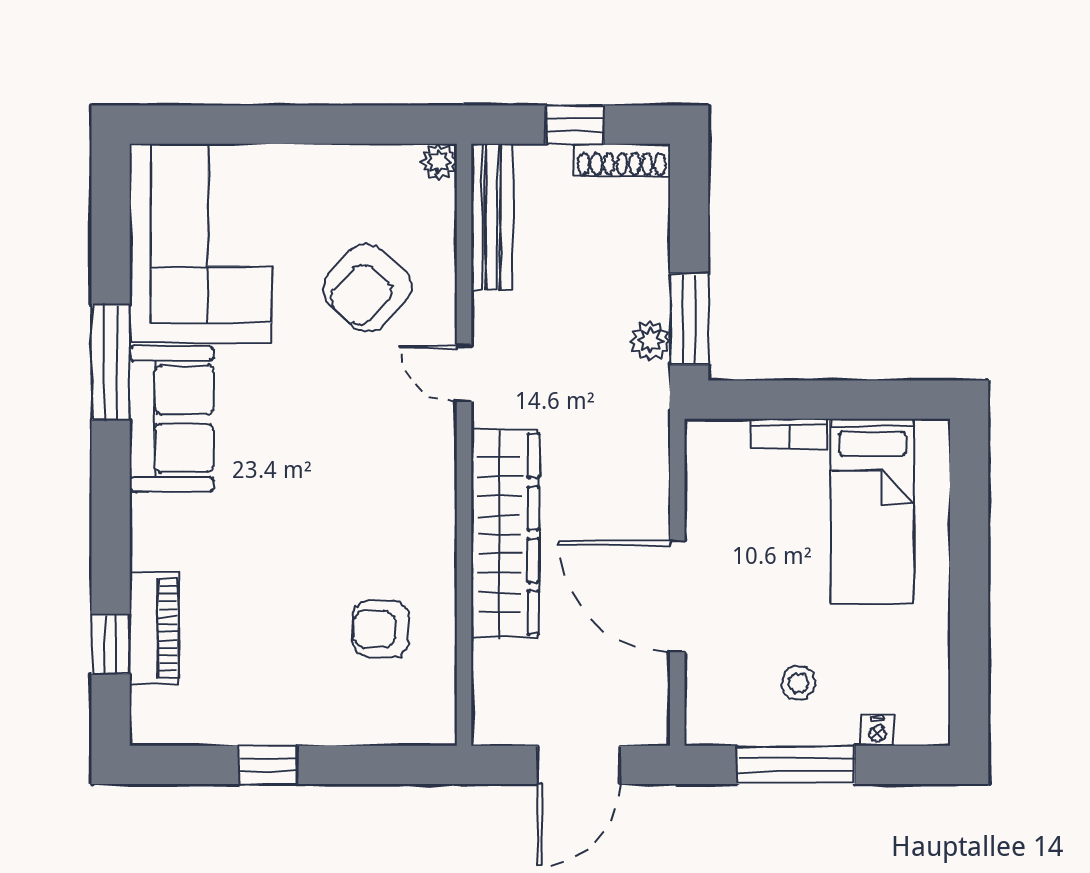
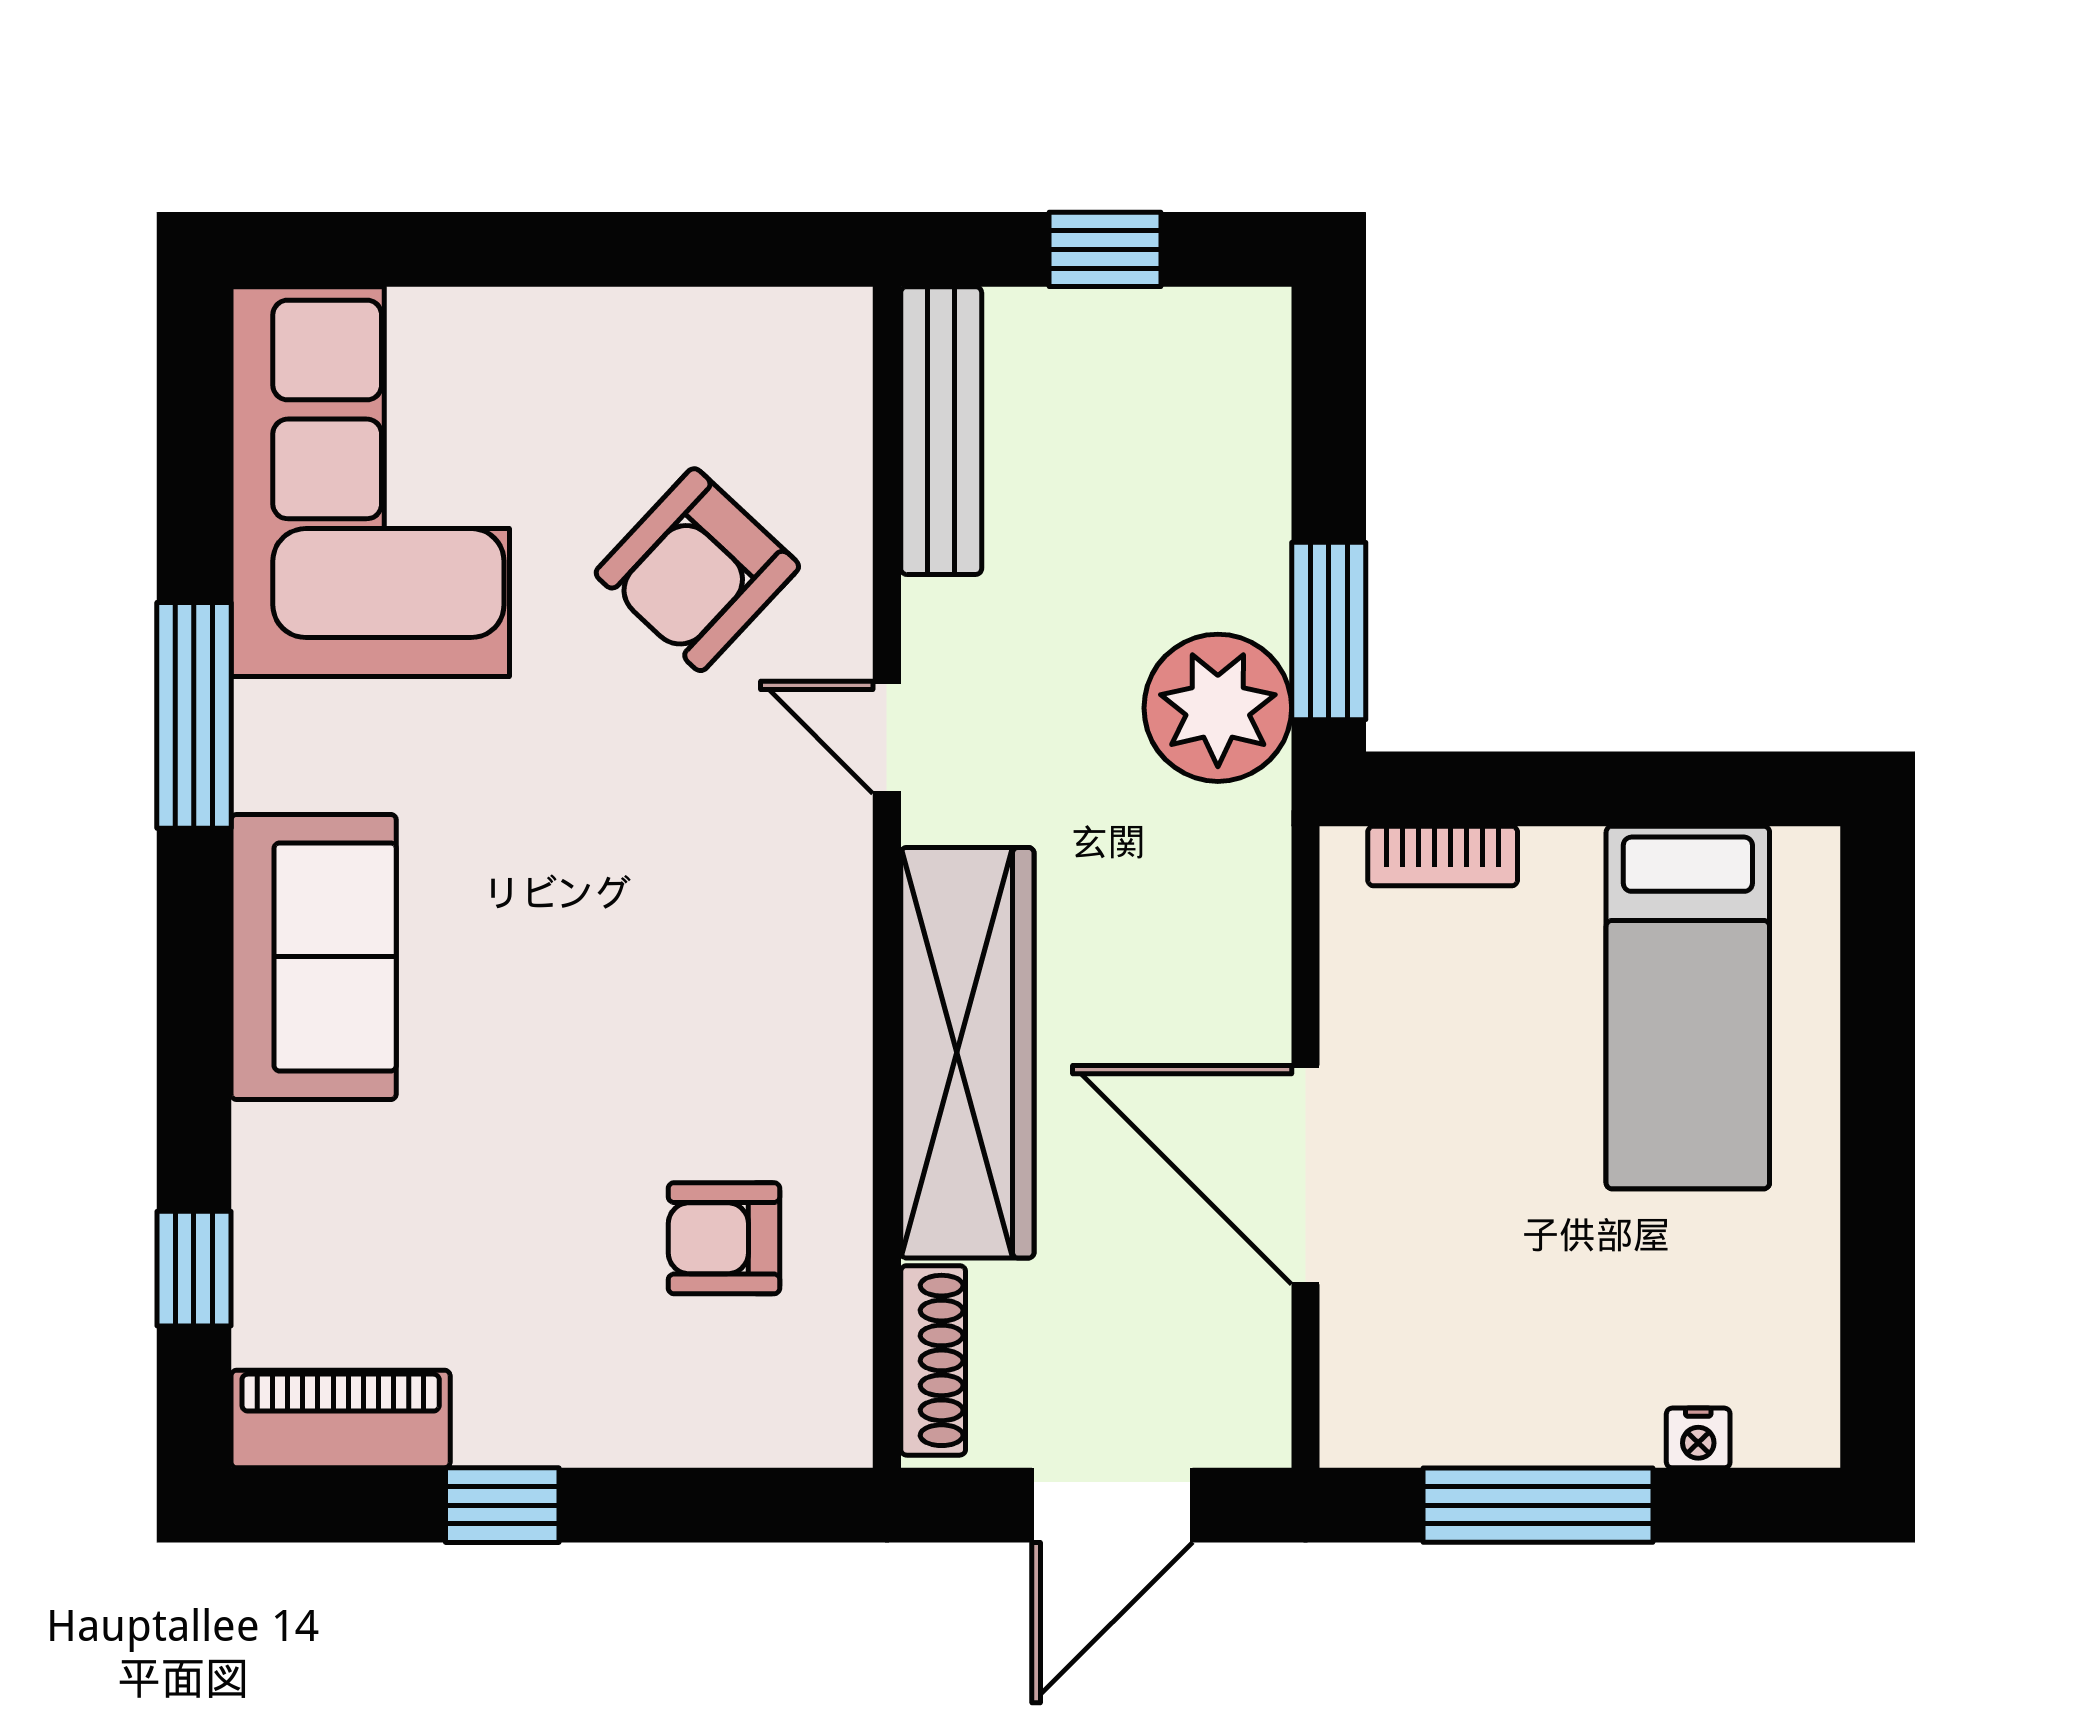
shoe rack: (622, 160) -> (933, 1360), moved, turned -90
plant: (439, 162) -> (837, 322), removed
plant: (650, 341) -> (1218, 708), width x1.88, depth x1.88
sofa: (172, 419) -> (314, 957), moved
bookcase: (789, 434) -> (1443, 856), moved
piano: (154, 628) -> (341, 1419), moved, turned -90
stool: (798, 683) -> (1543, 1344), removed

